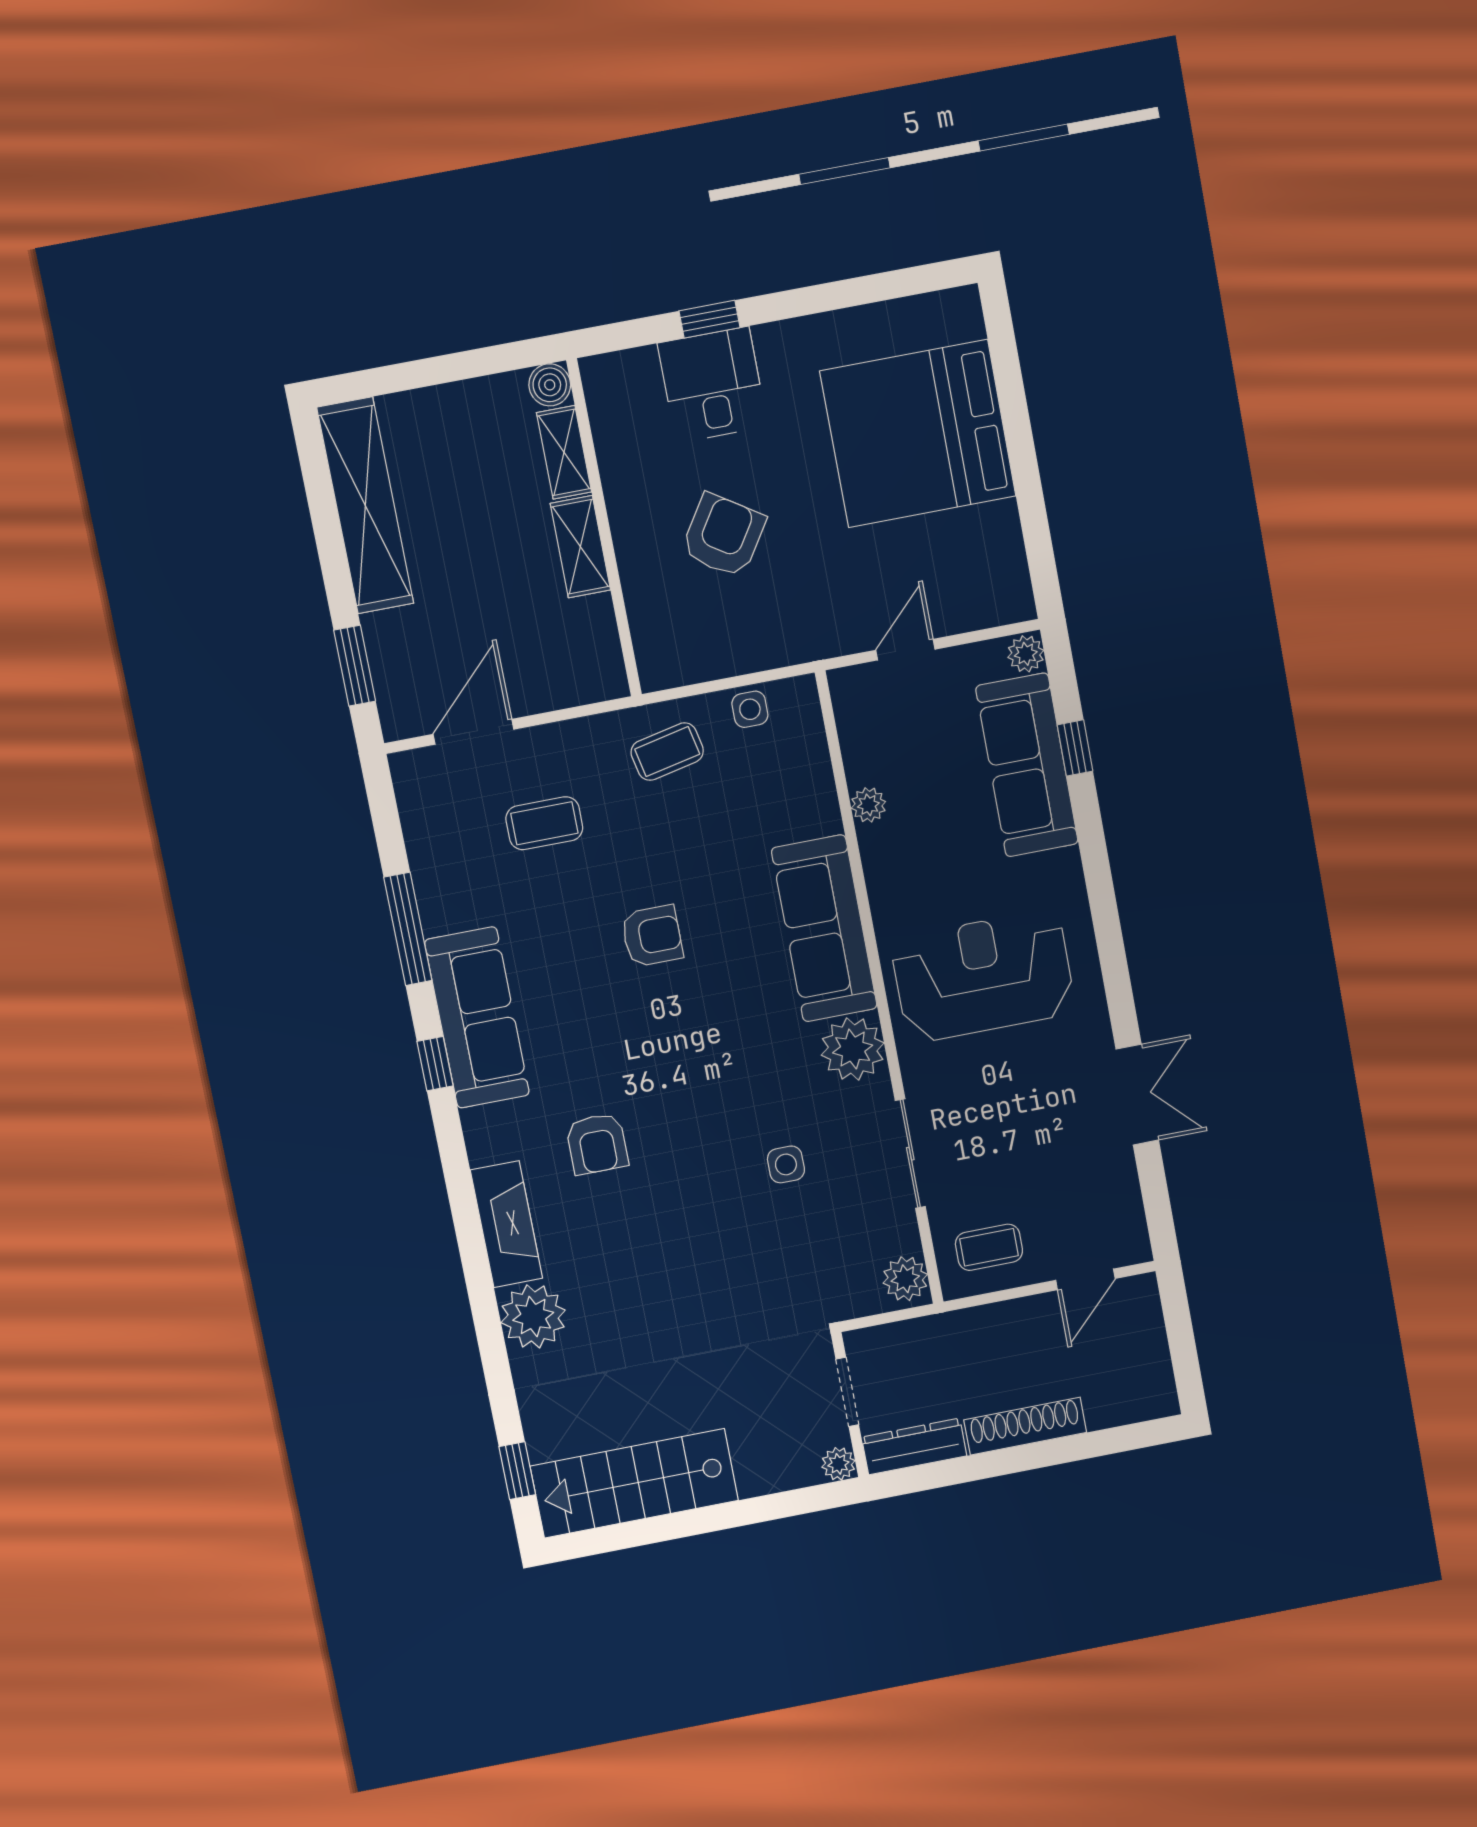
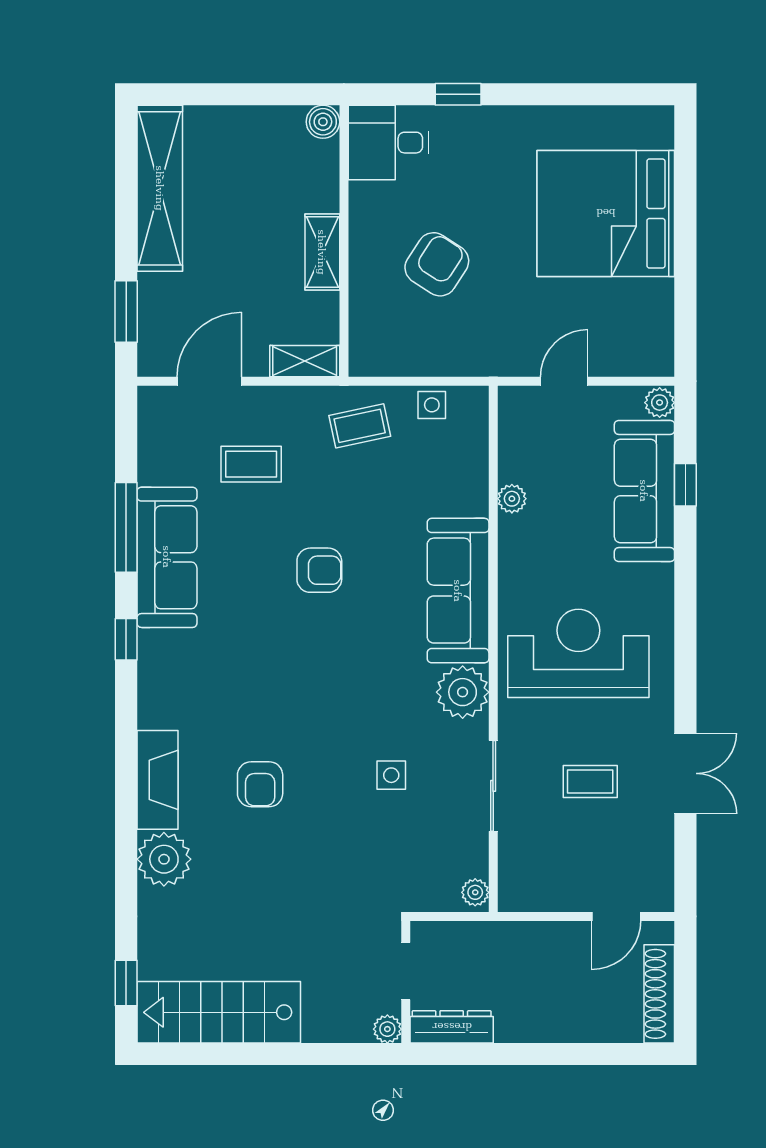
desk: (712, 385) -> (389, 143), moved, turned -90
shelving: (564, 452) -> (305, 361), moved, turned 90
sofa: (477, 1018) -> (167, 557), moved
armchair: (597, 1144) -> (260, 784), moved
coffee table: (989, 1247) -> (590, 782), moved
plant: (905, 1279) -> (475, 892), width x0.73, depth x0.73
shoe rack: (1025, 1426) -> (659, 994), moved, turned -90

